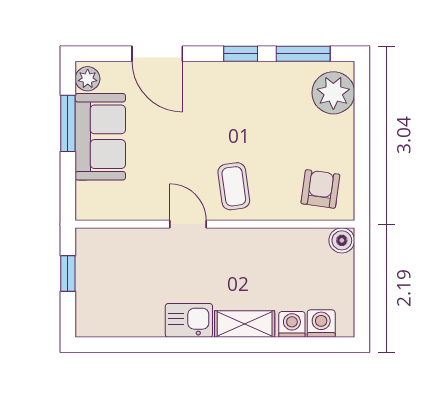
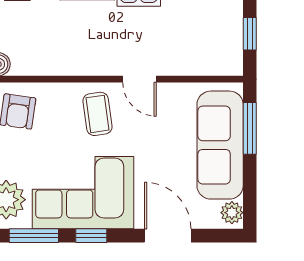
corner sofa: (250, 100) -> (83, 193), added
window: (68, 123) -> (250, 128), moved
sofa: (100, 137) -> (220, 145), width x1.36

